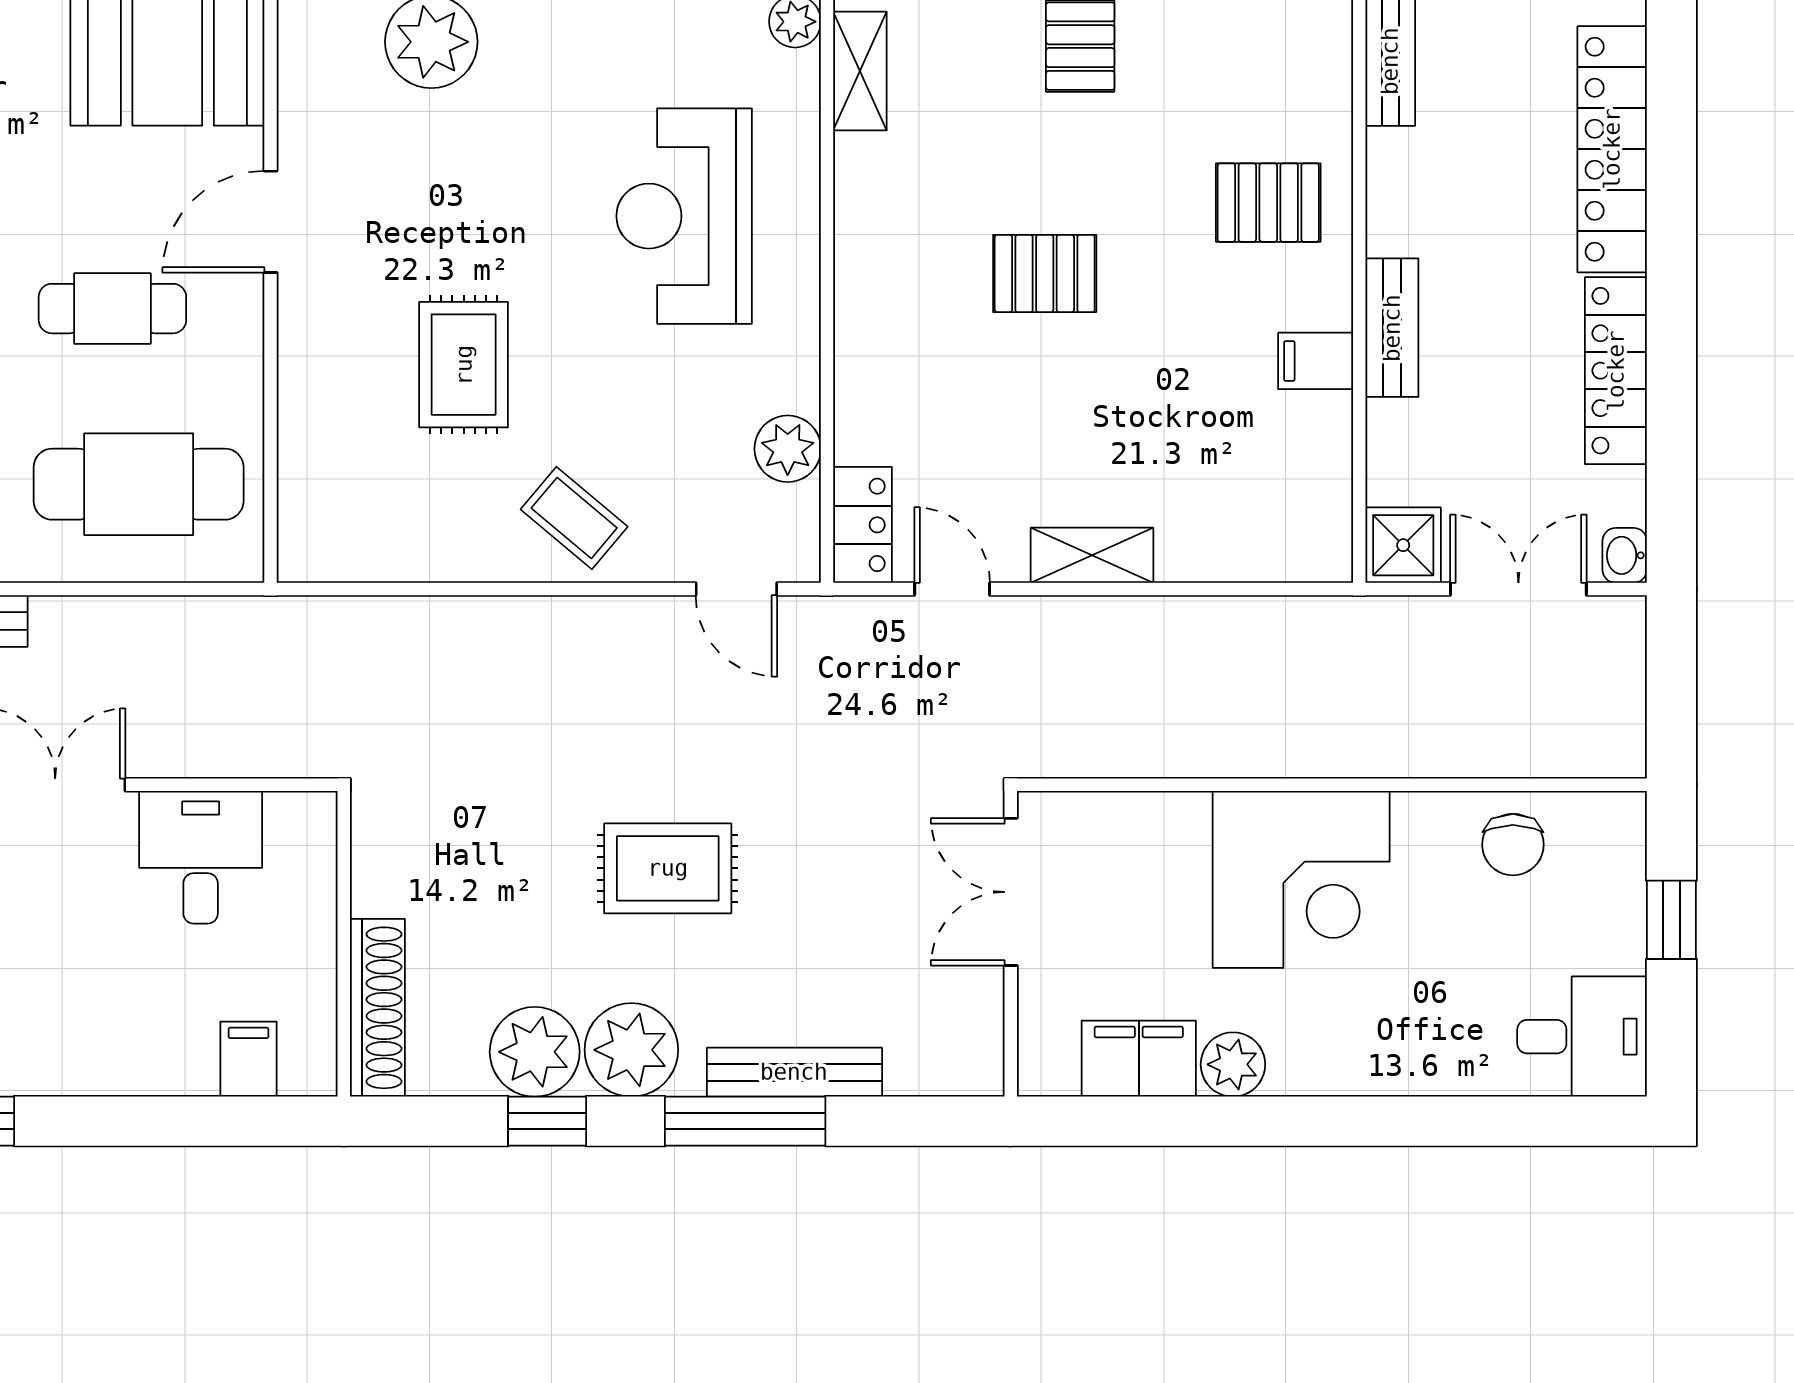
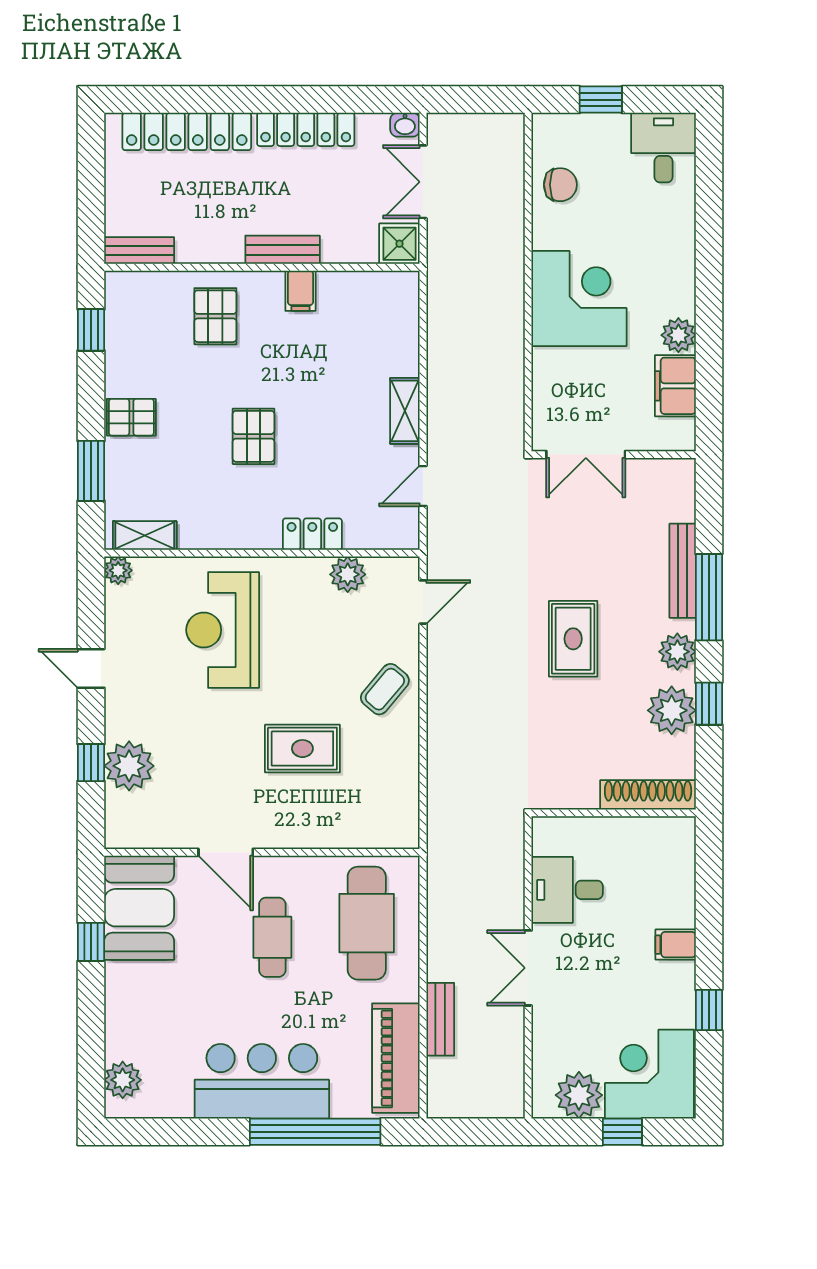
reception desk: (684, 216) -> (223, 630), turned 90
locker: (863, 525) -> (312, 534), moved
plant: (631, 1050) -> (677, 652), width x0.73, depth x0.73
filing cabinet: (248, 1059) -> (676, 945), moved

